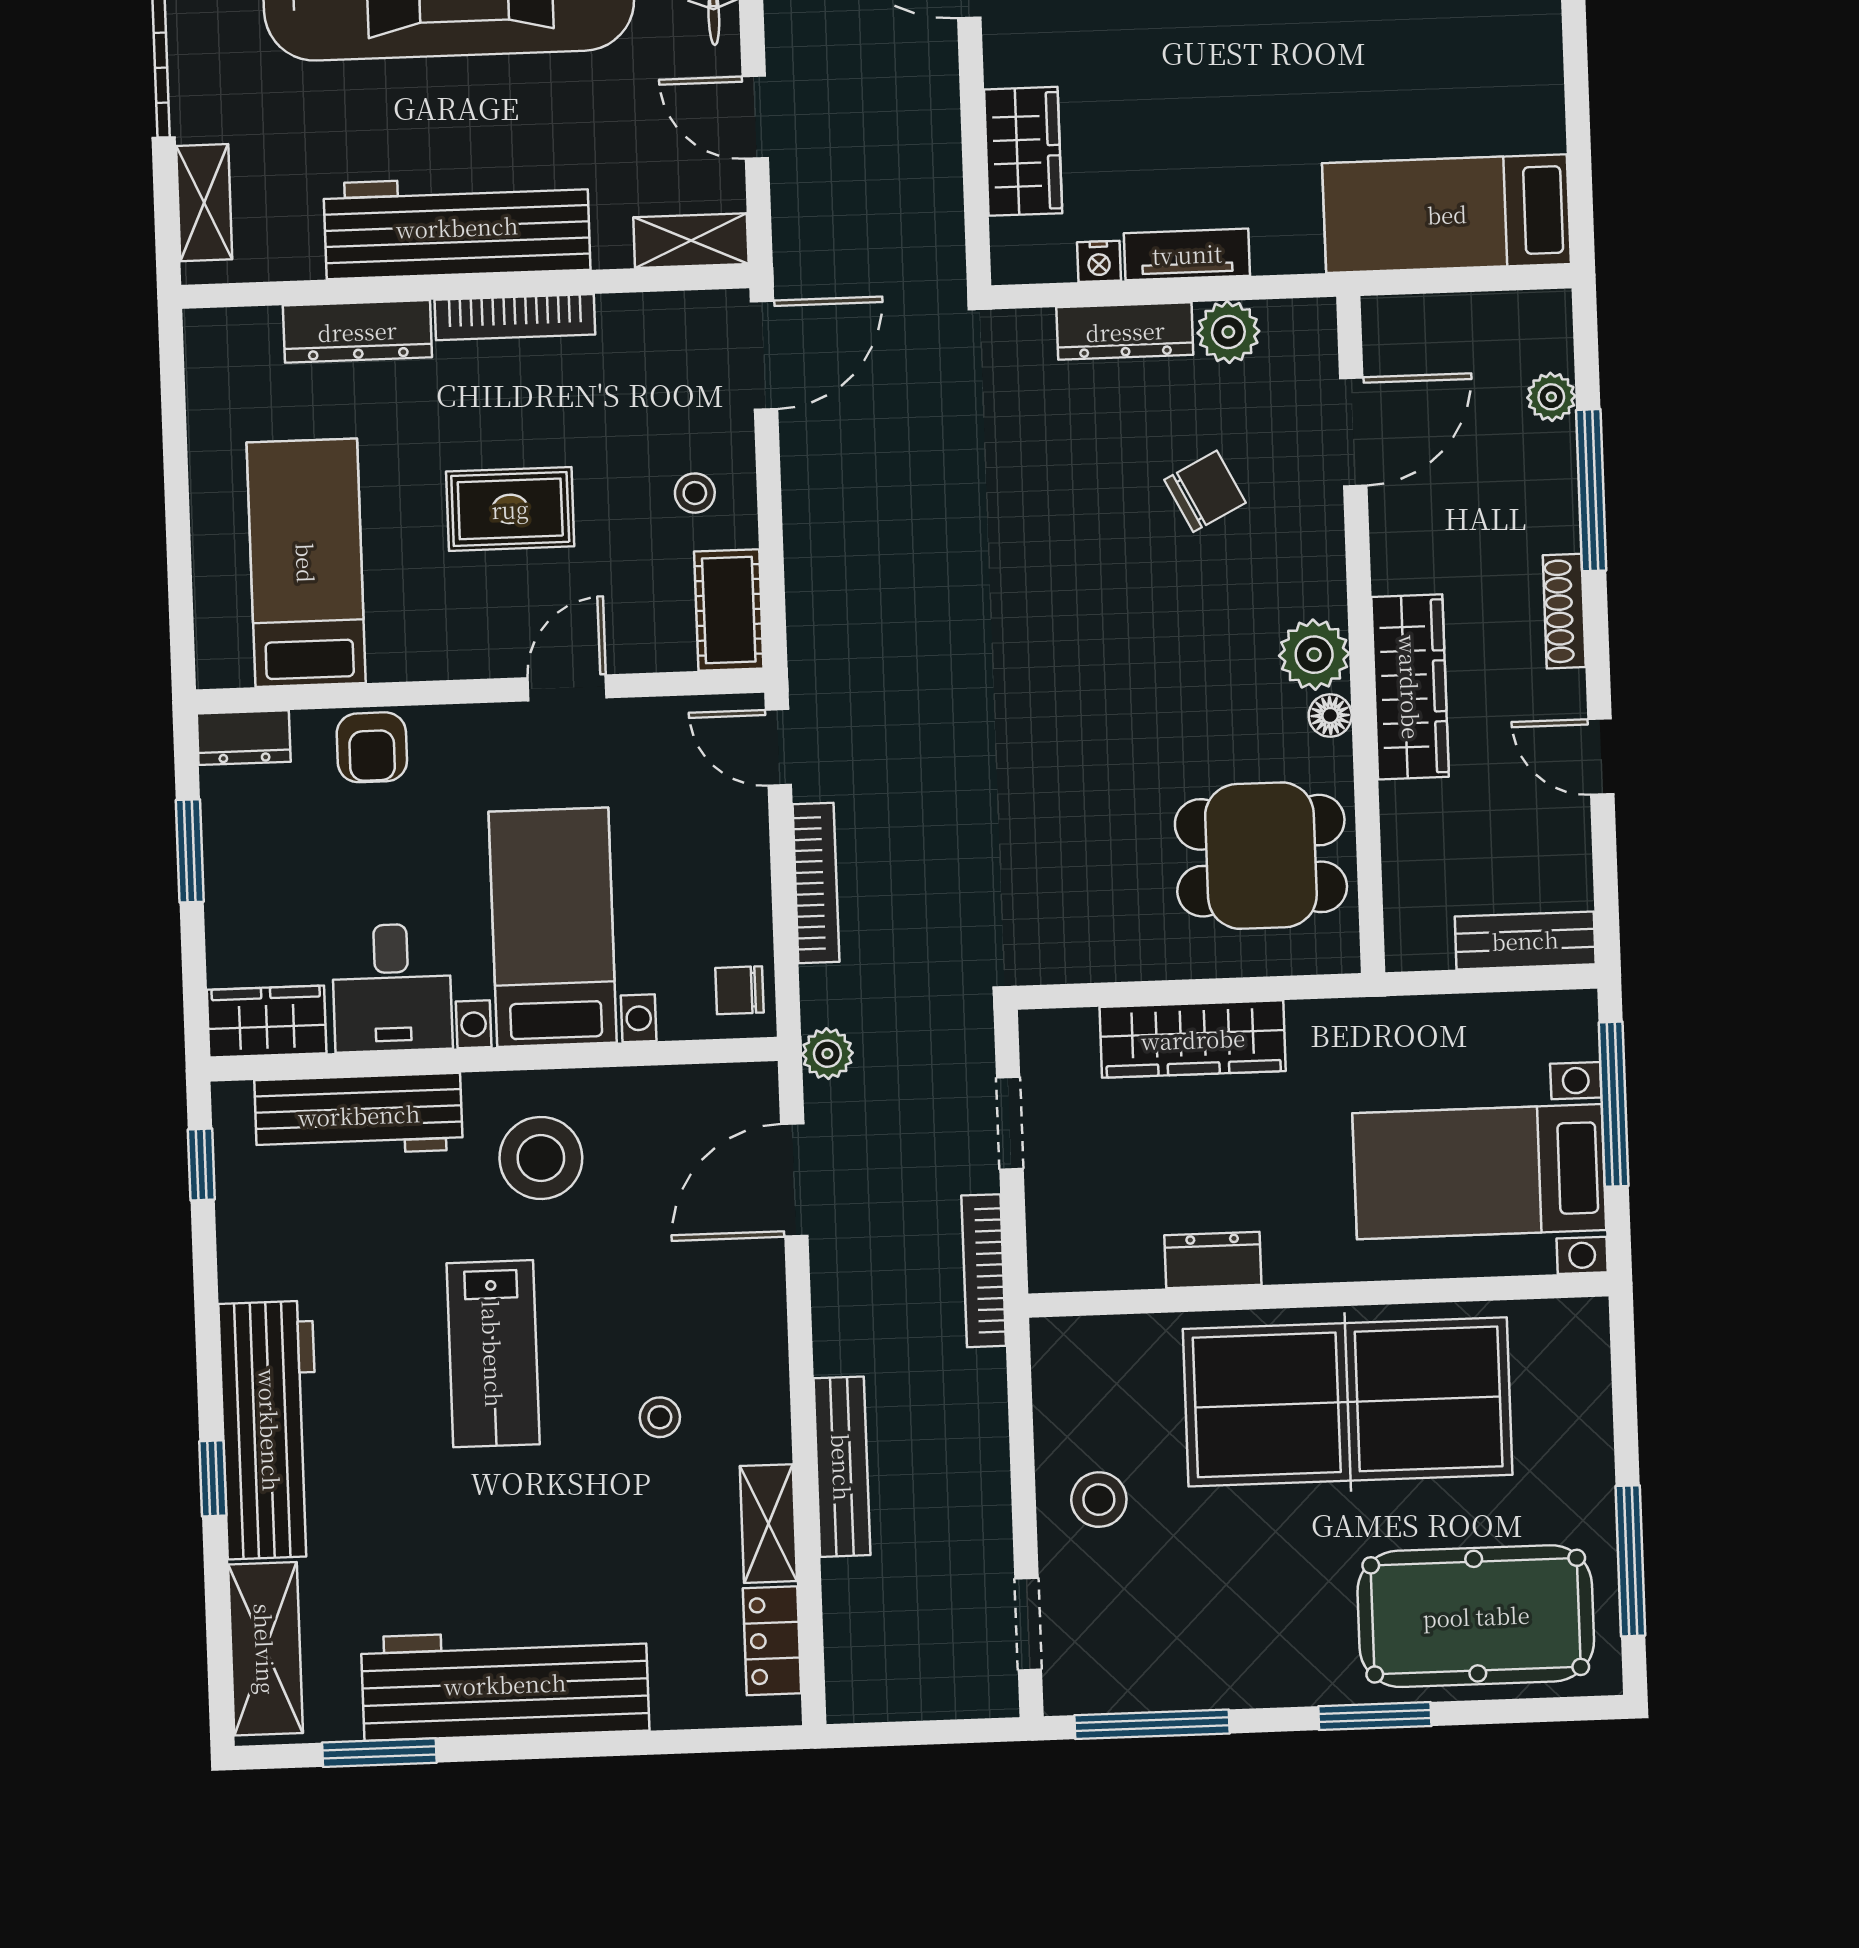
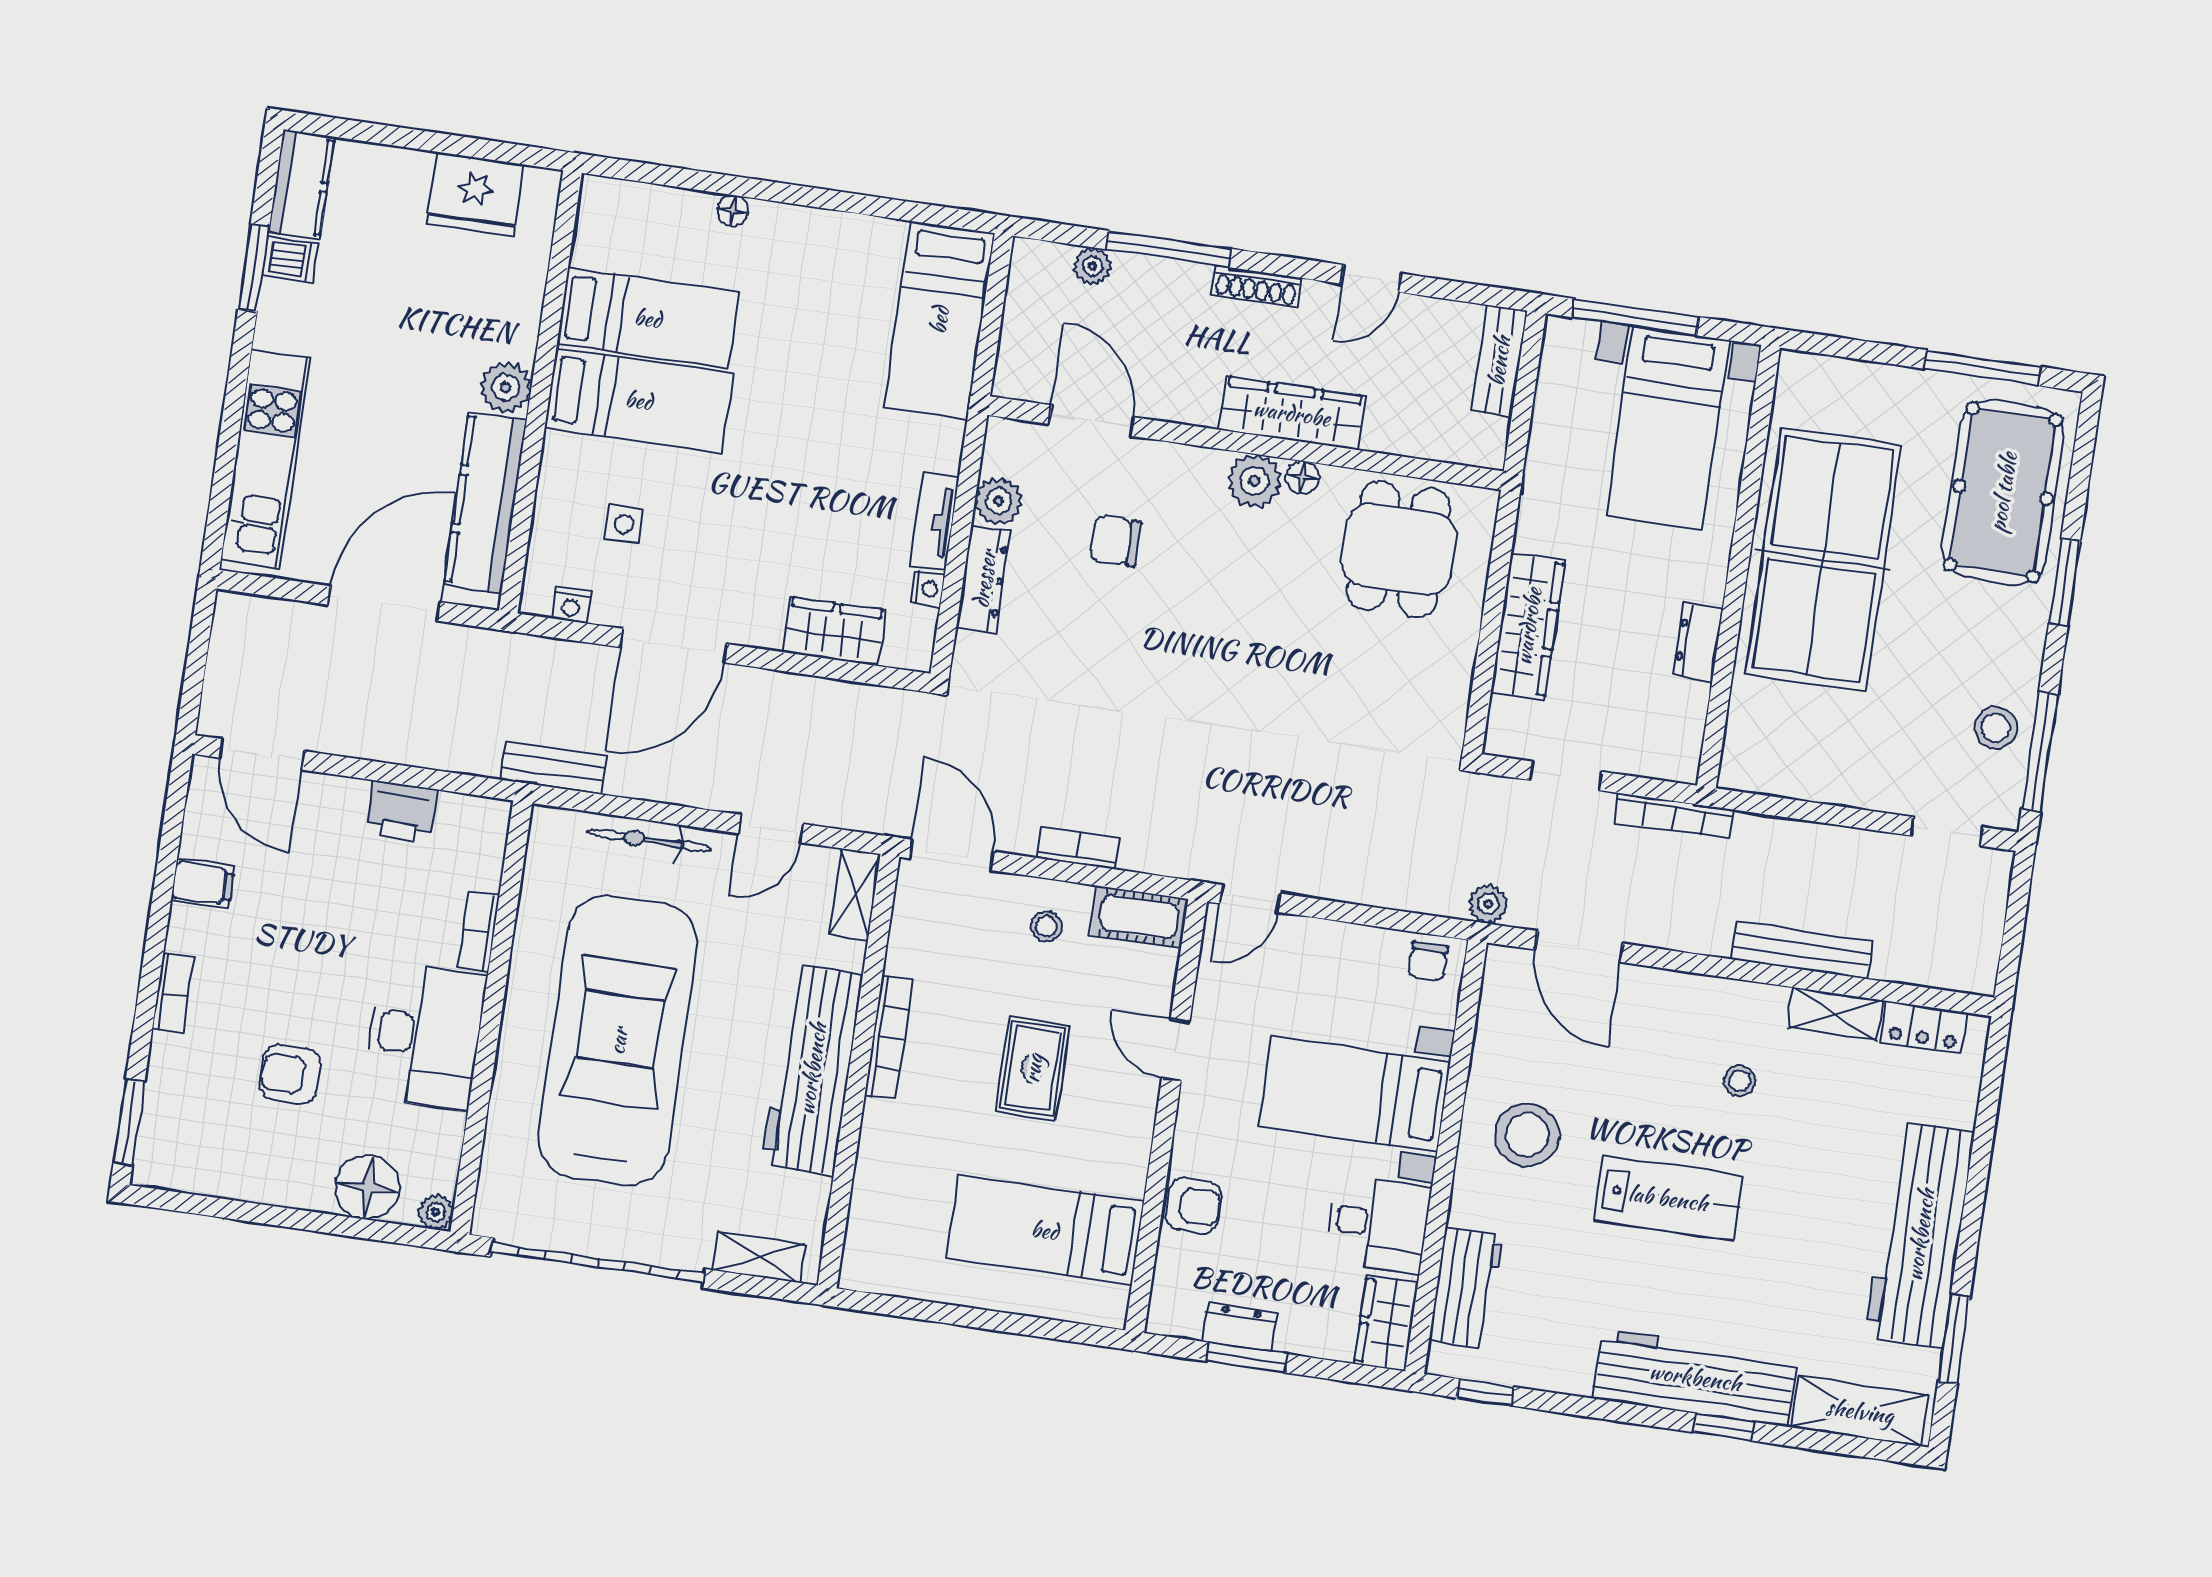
dresser: (357, 331) -> (877, 1159), removed
chair: (1205, 491) -> (1116, 541), turned -63
dresser: (244, 738) -> (1239, 1327), moved, turned -90
bookcase: (816, 883) -> (1078, 848), moved, width x0.64
workbench: (359, 1115) -> (1466, 1288), width x0.73
stool: (1099, 1500) -> (1996, 728), moved

